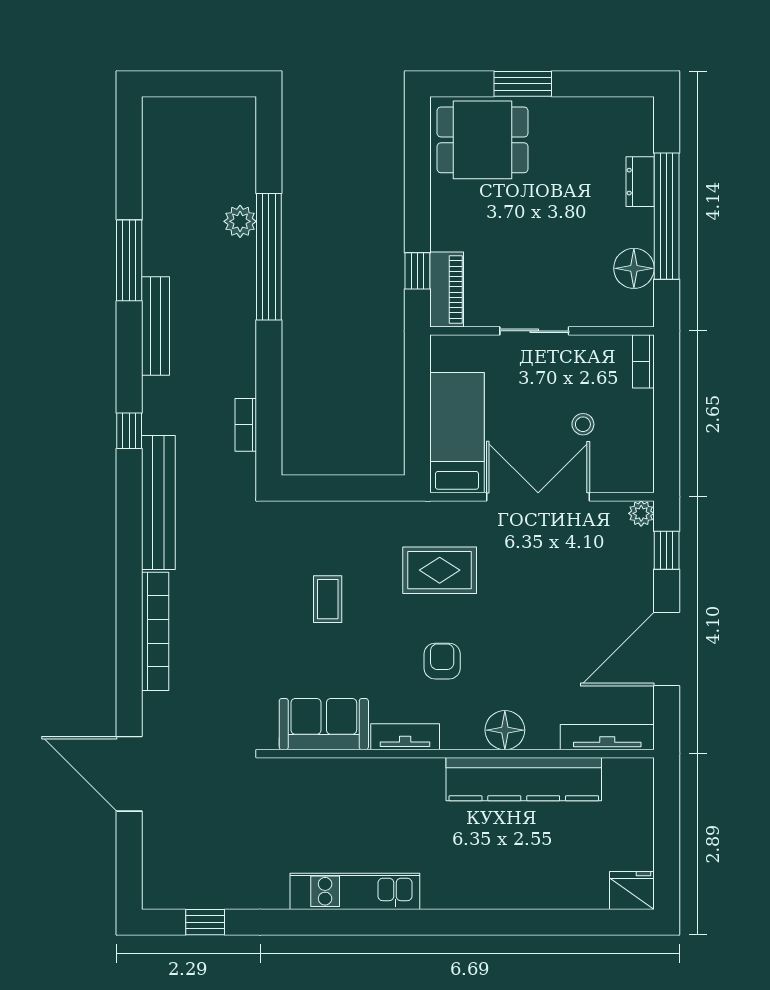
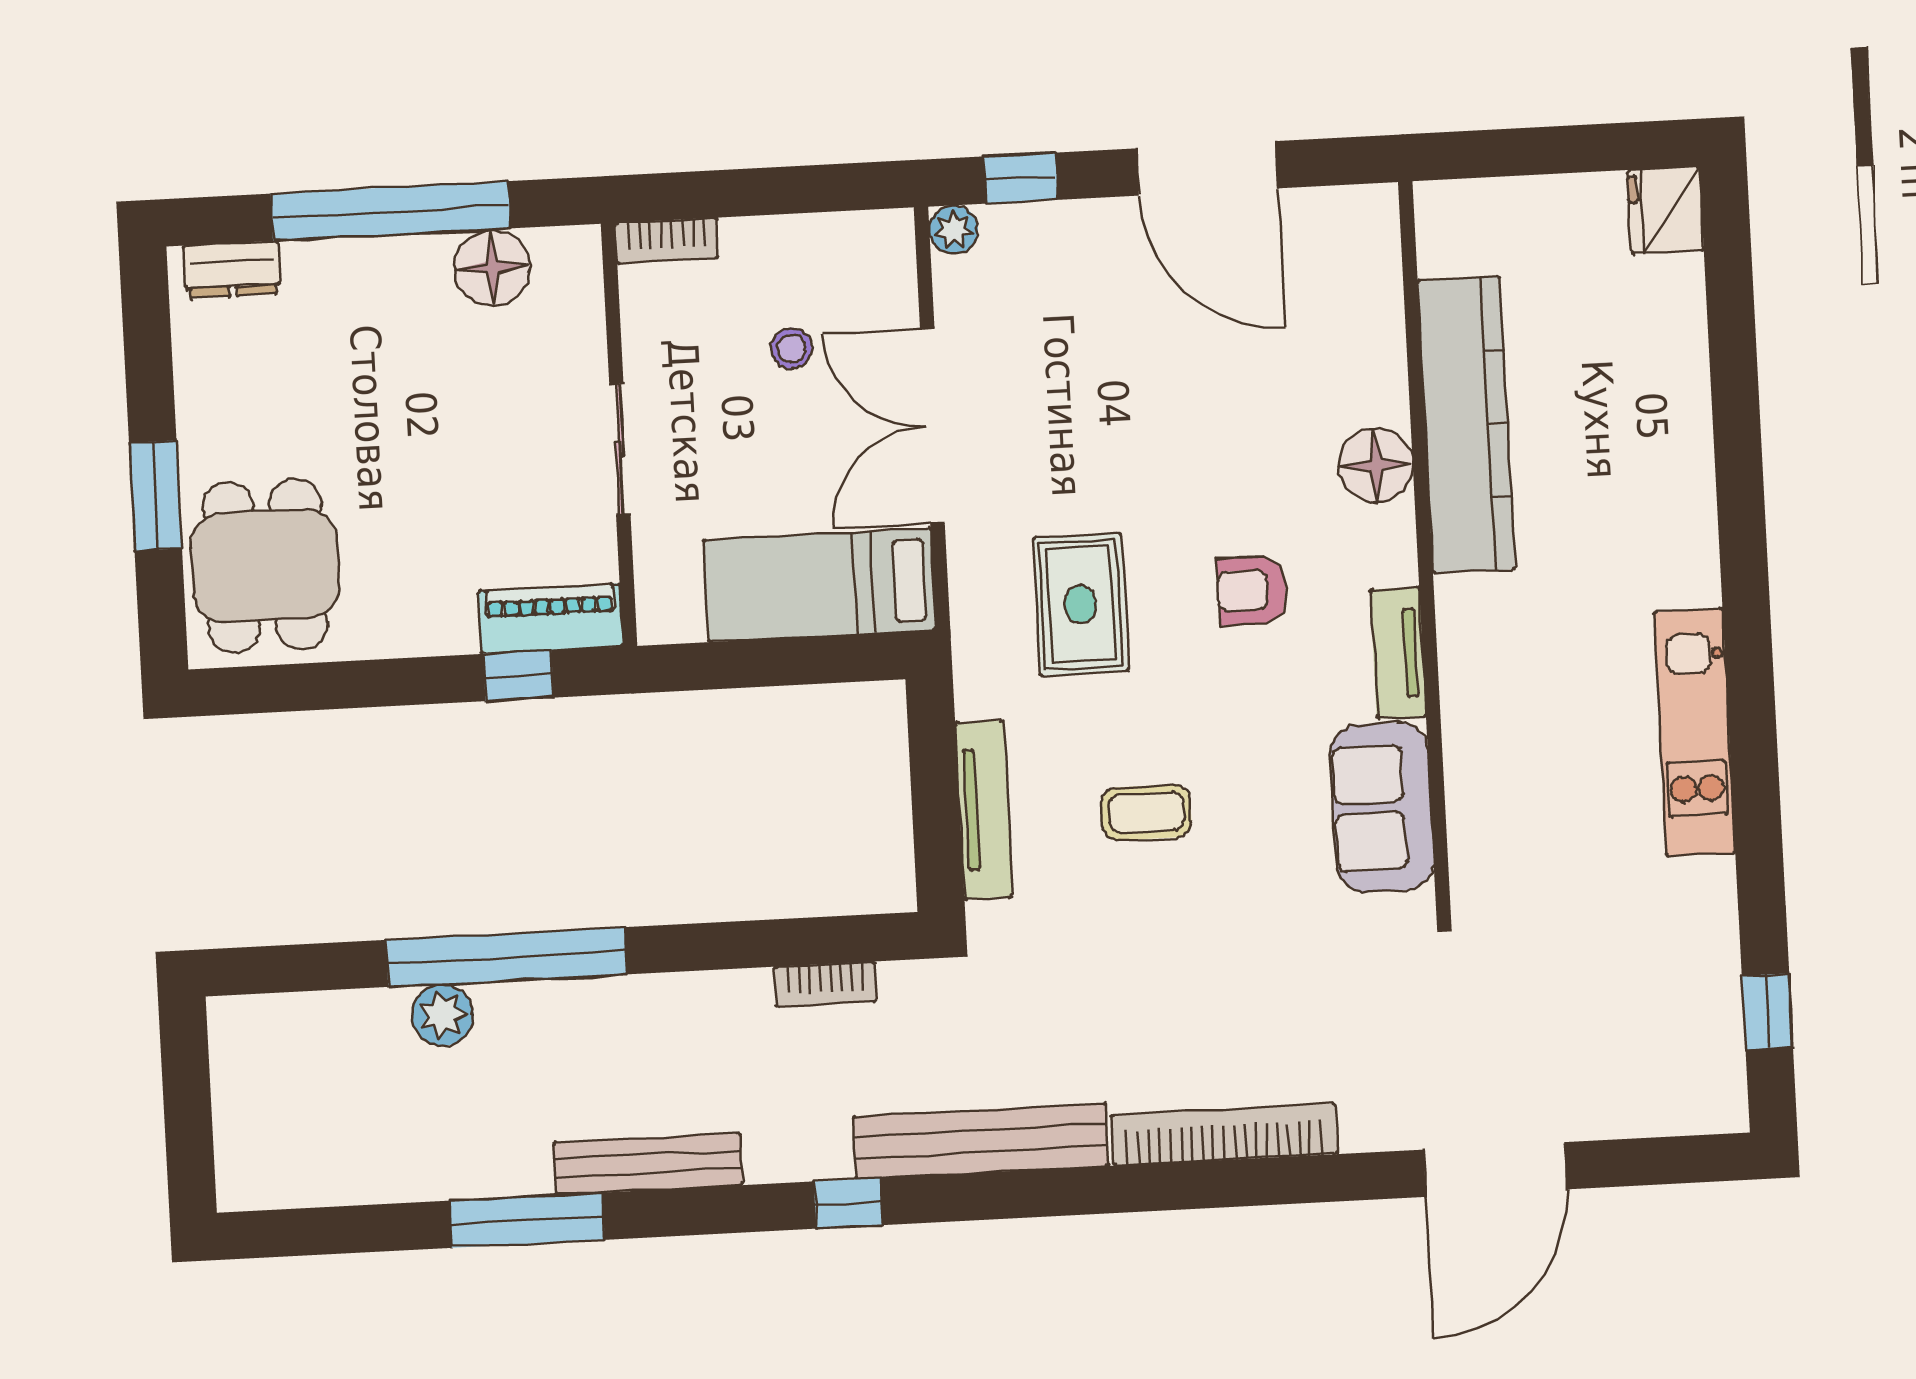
dresser: (640, 182) -> (232, 270), moved
tv unit: (607, 737) -> (984, 810), moved, turned 180

